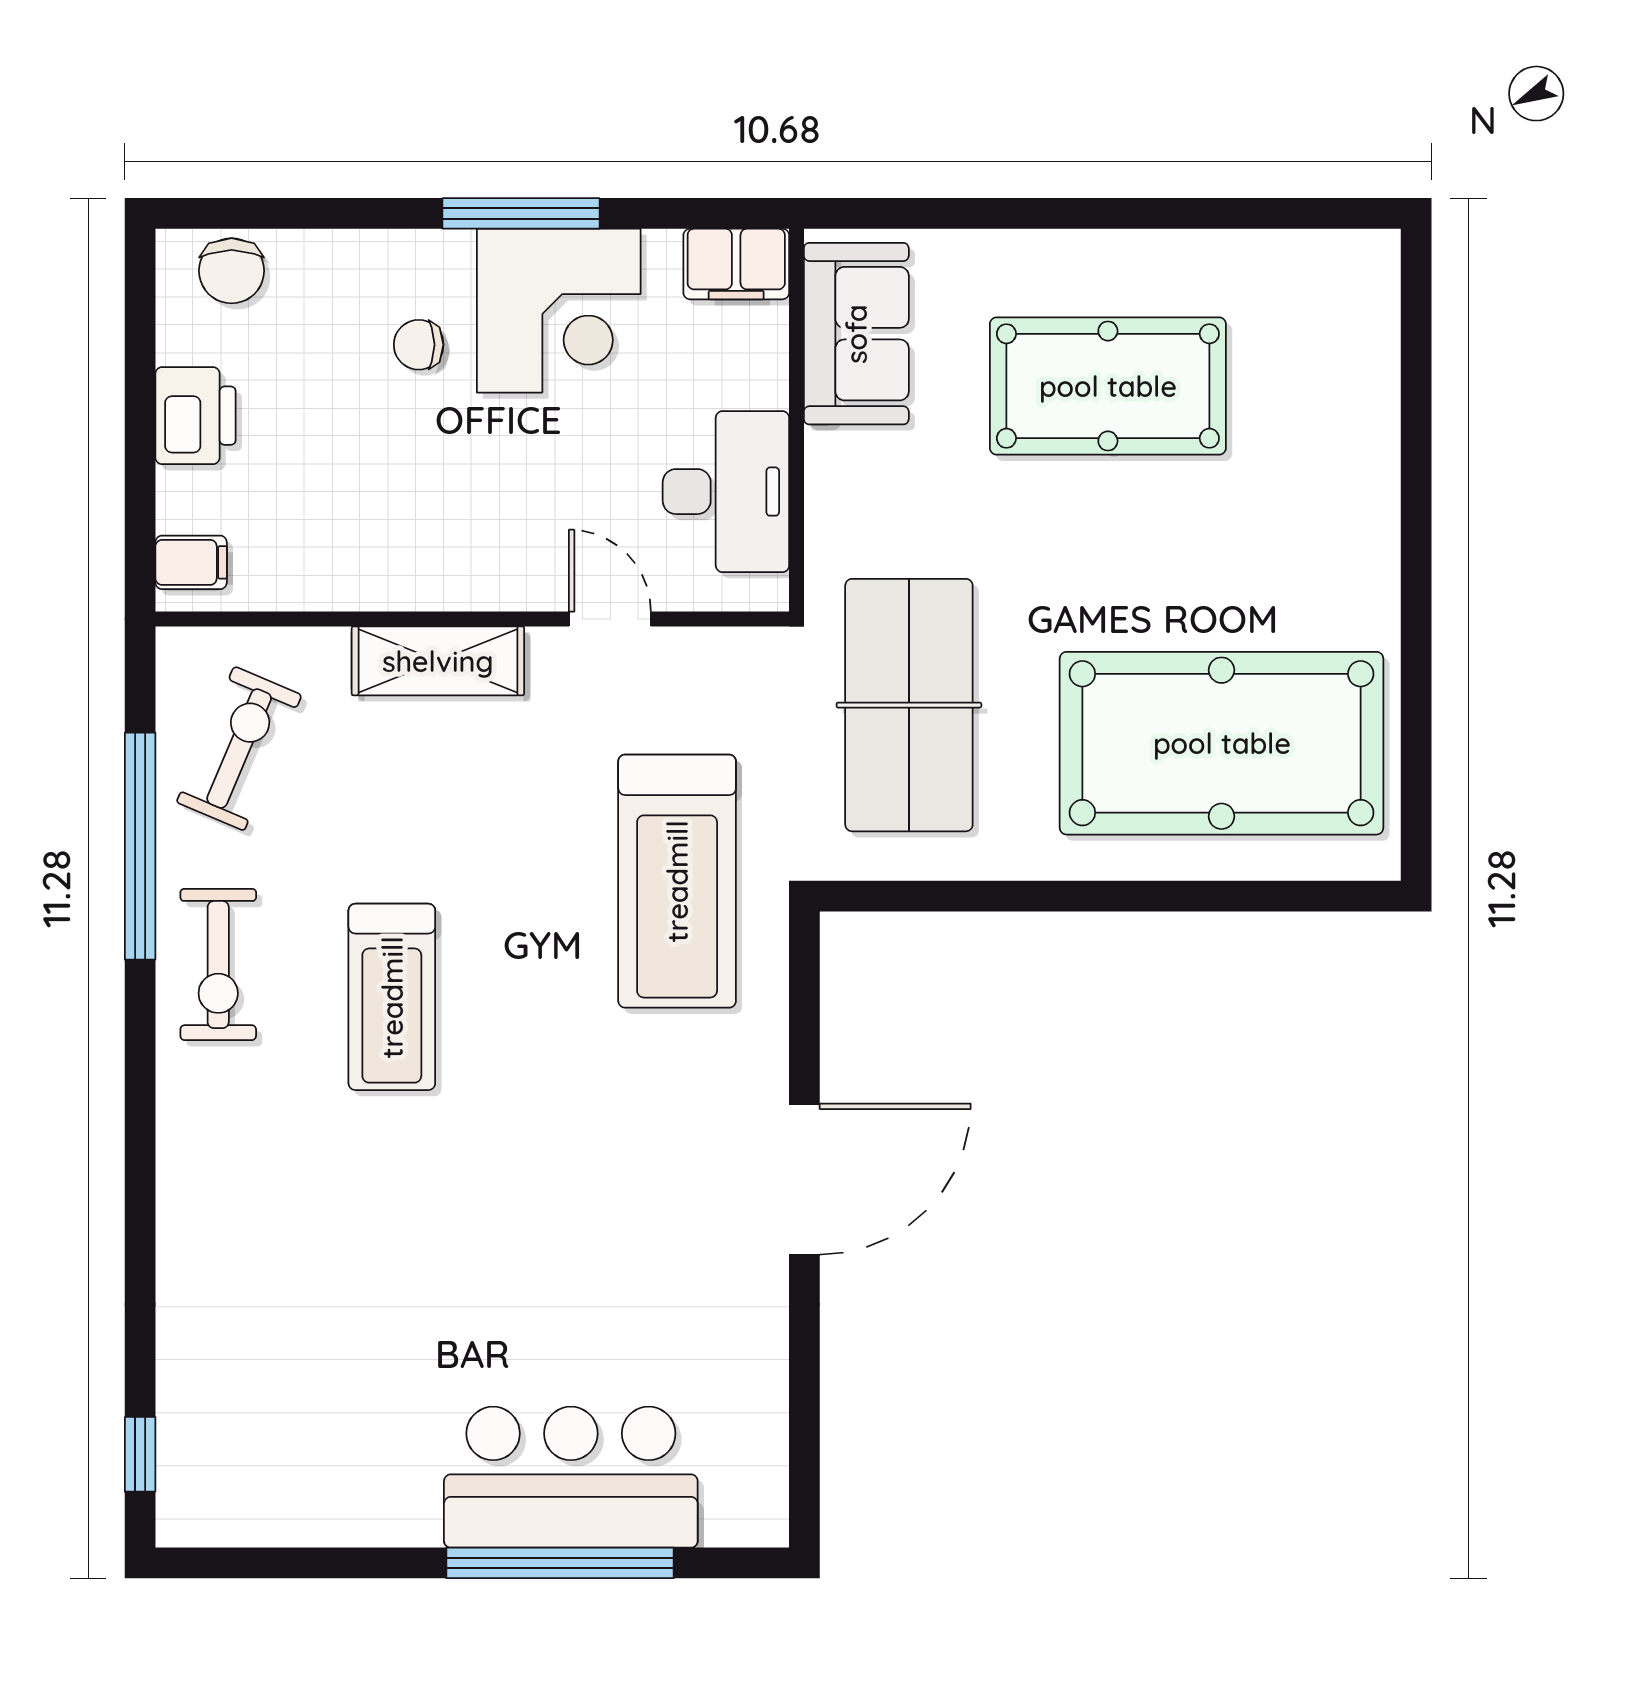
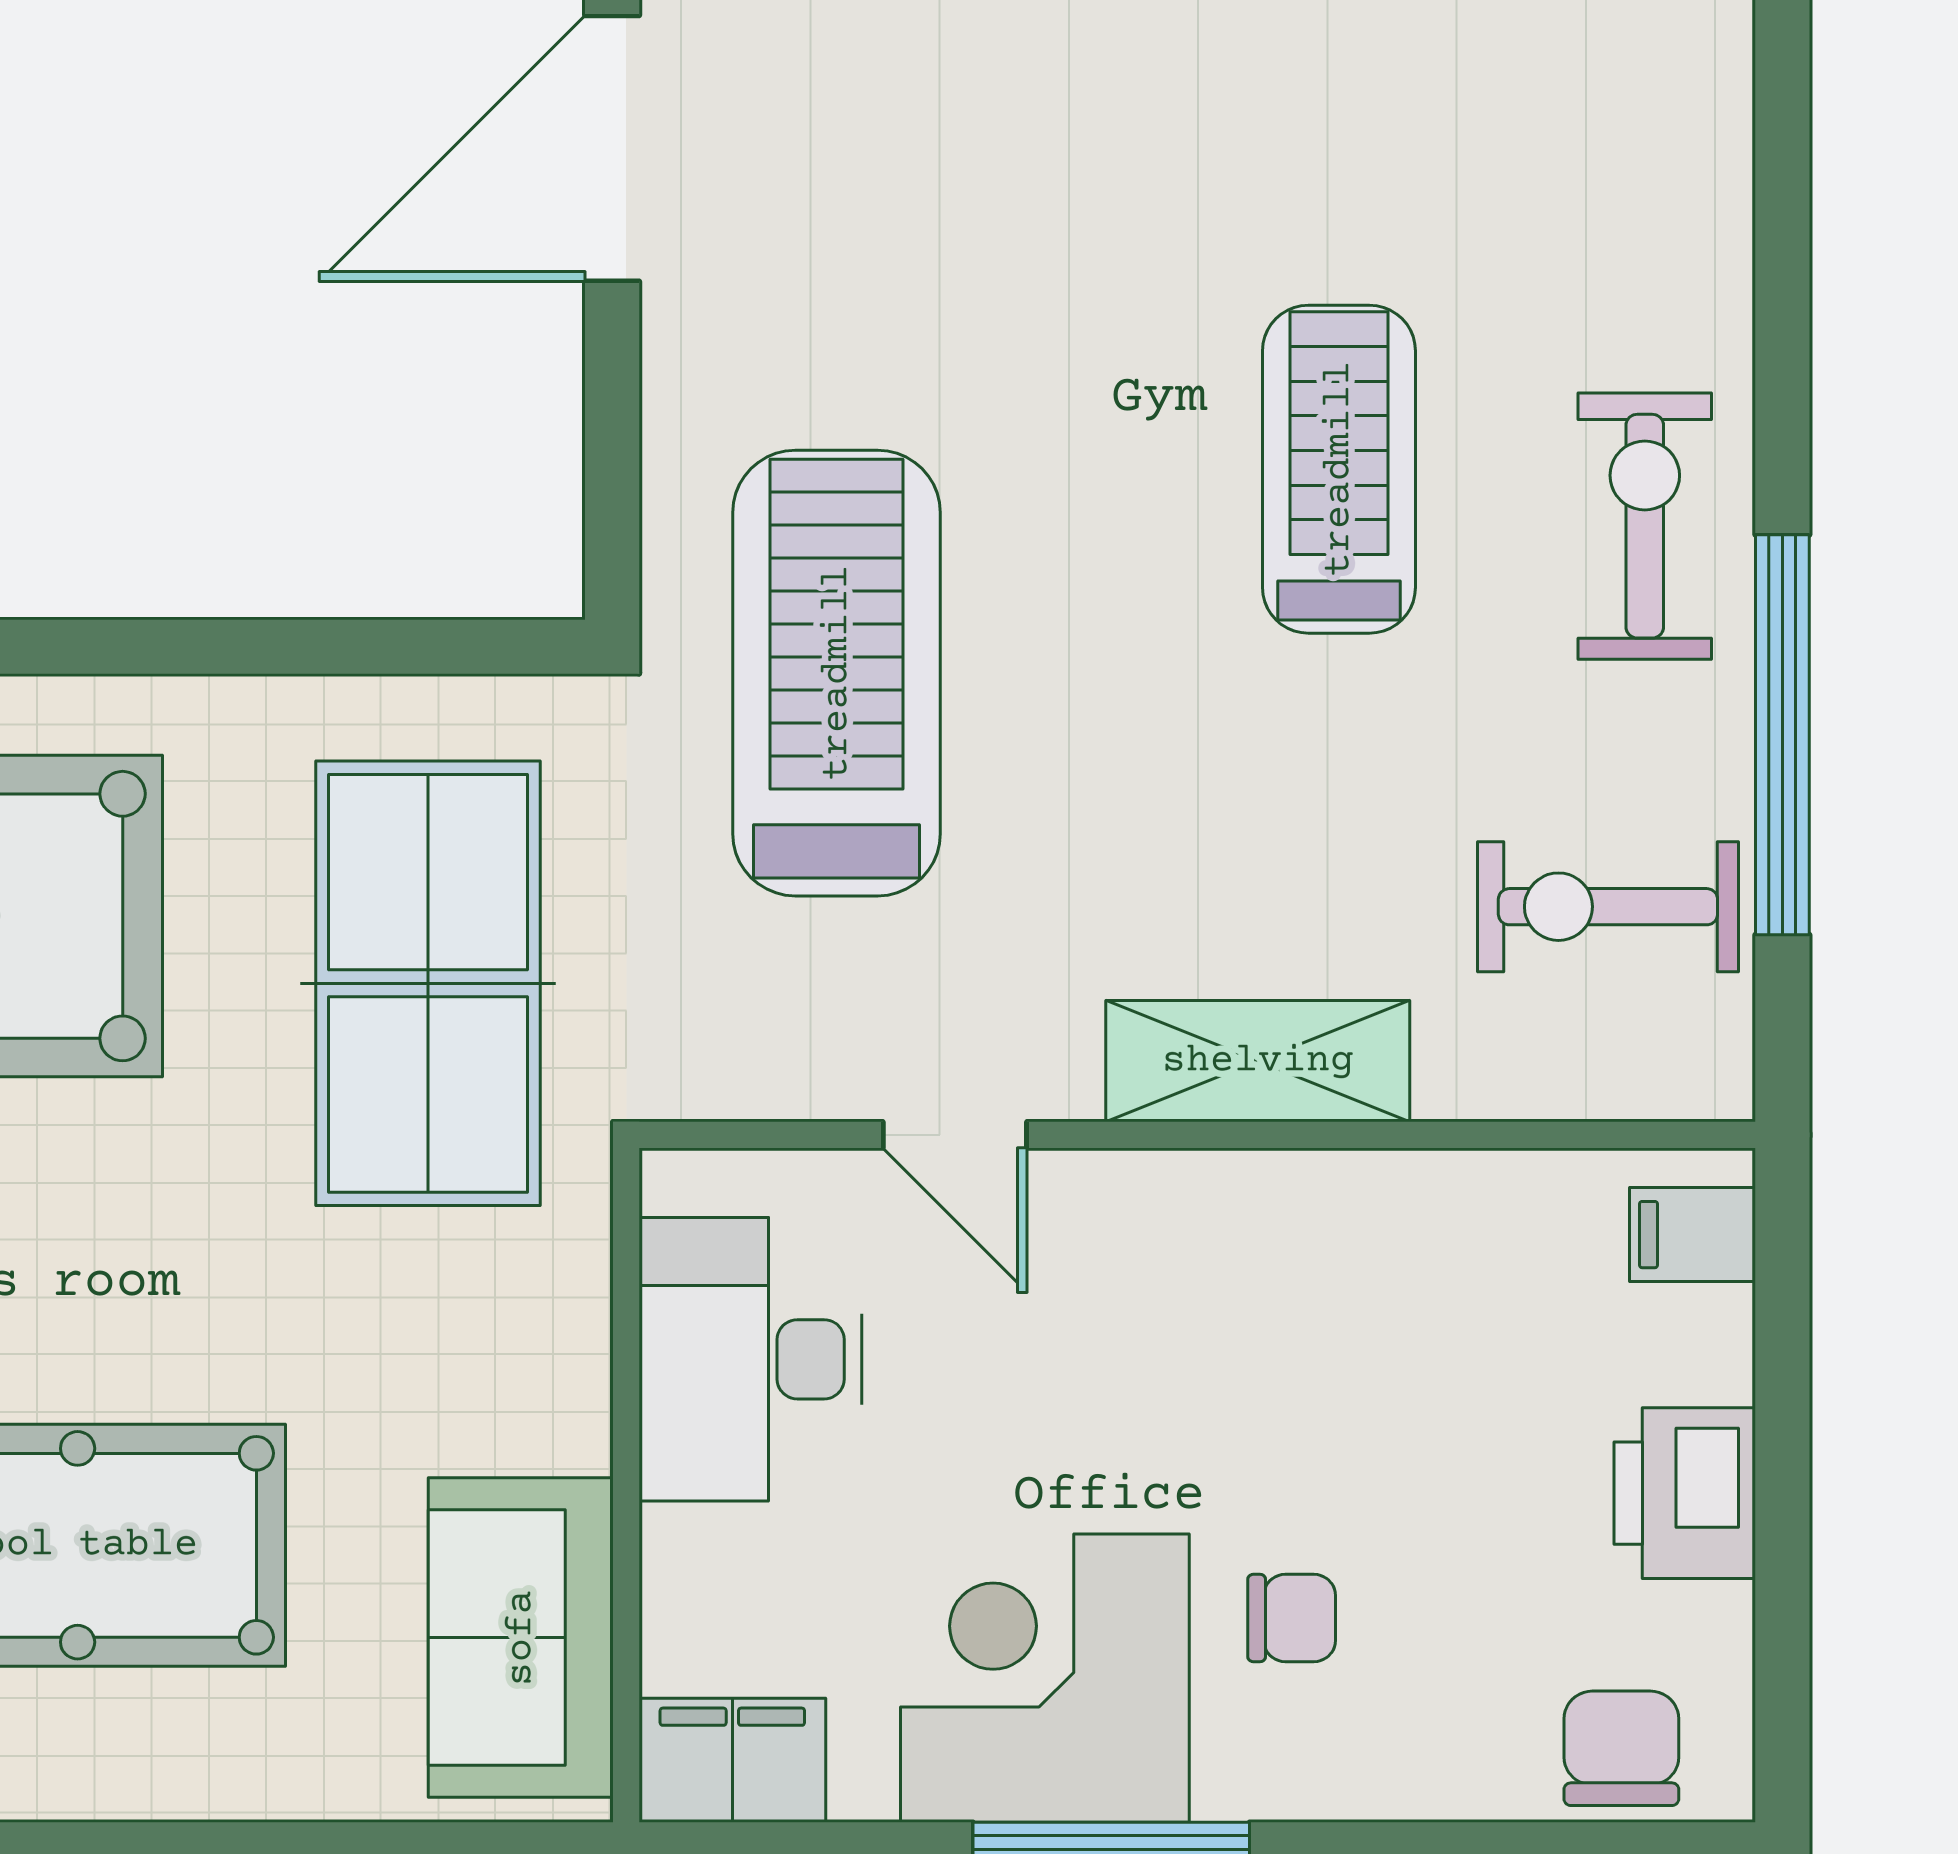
exercise bike: (239, 749) -> (1608, 907), turned 67

